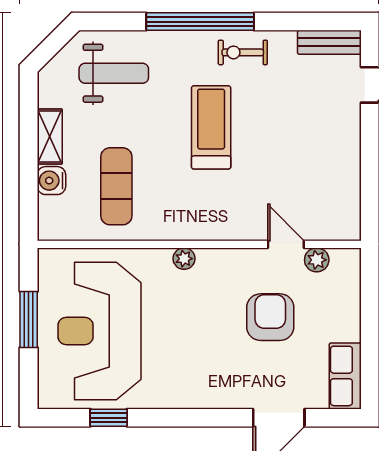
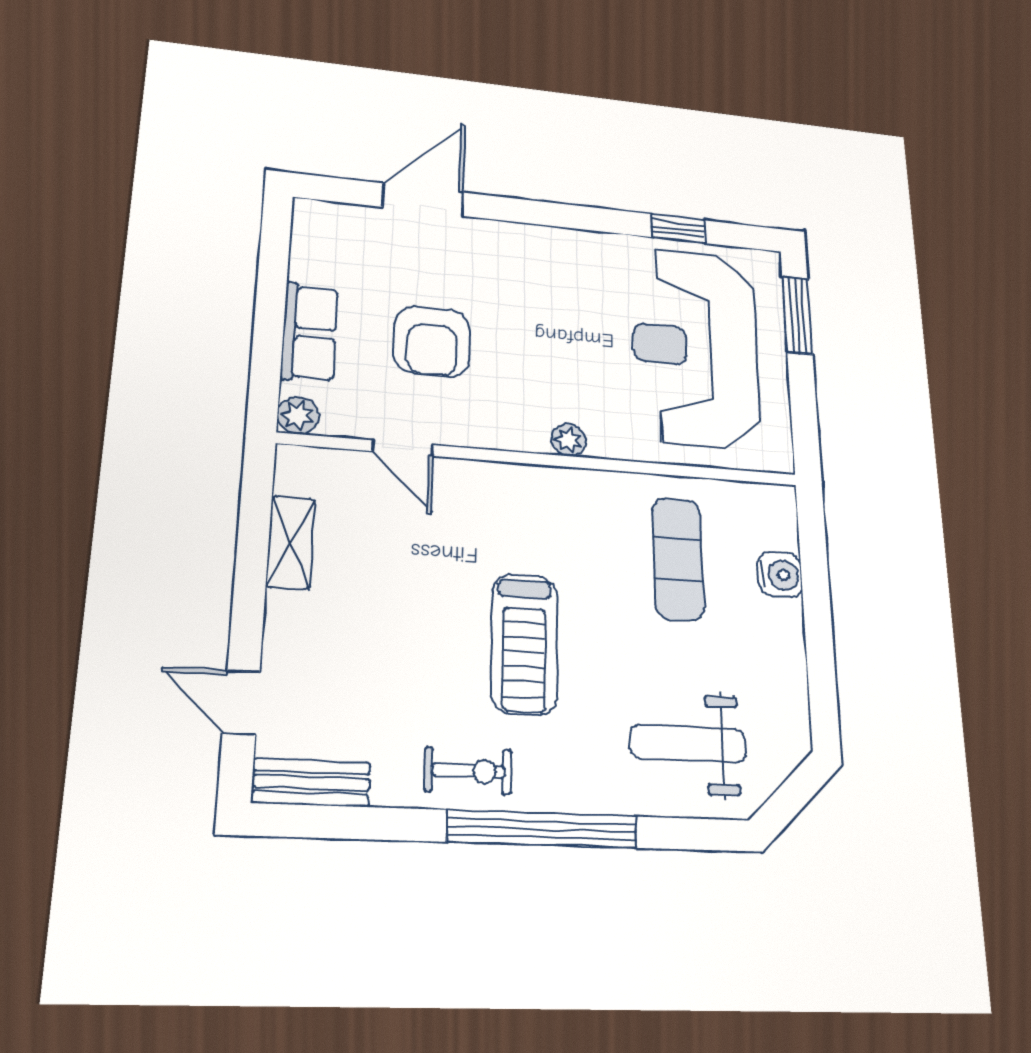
shelving: (50, 136) -> (290, 543), moved
plant: (317, 260) -> (298, 415), moved
window: (29, 320) -> (797, 315), moved
reception desk: (100, 331) -> (696, 347), turned 180
row of seats: (345, 376) -> (310, 333), moved

